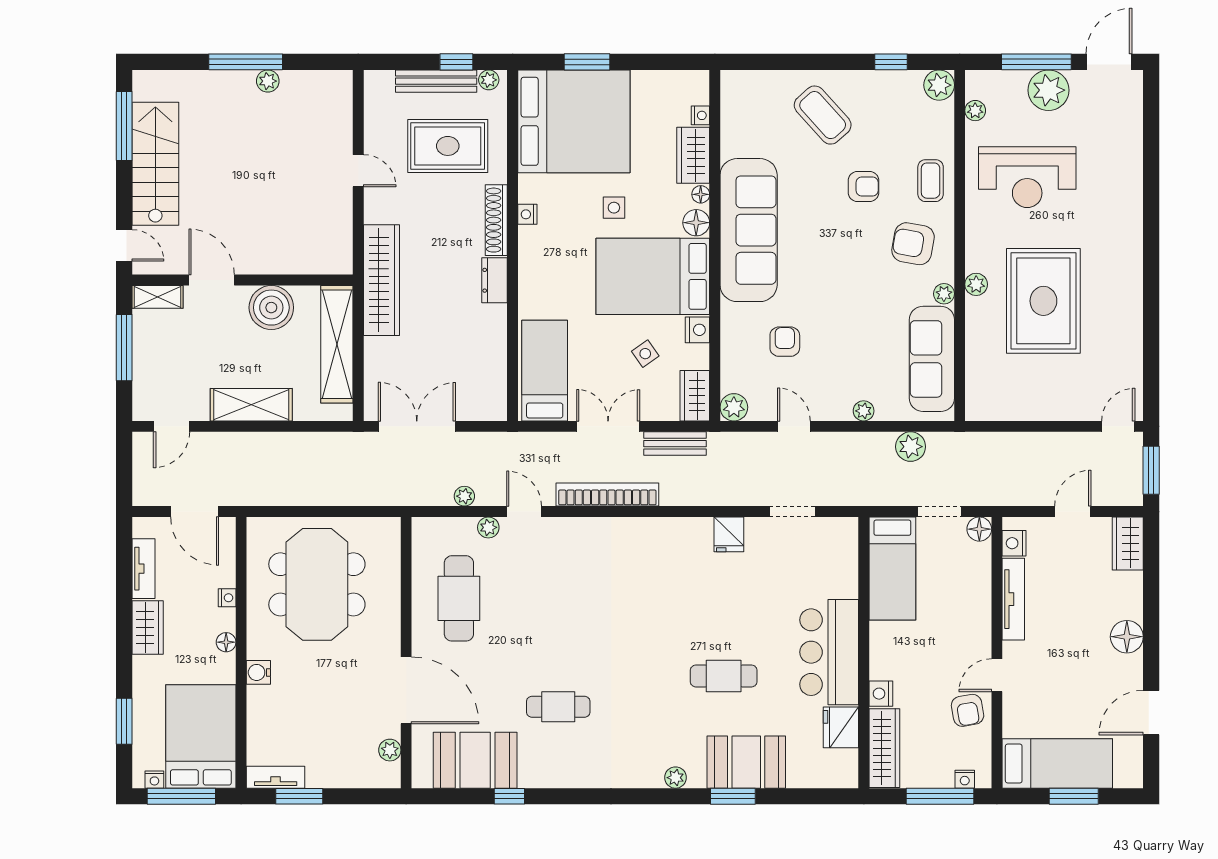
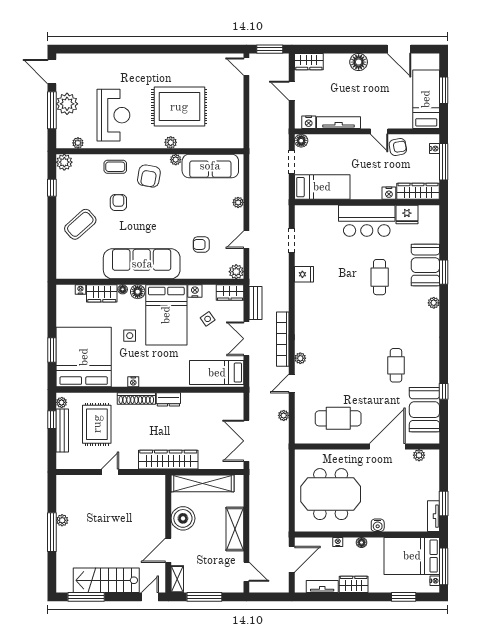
plant: (911, 447) -> (257, 177), removed
plant: (488, 527) -> (300, 358), moved

